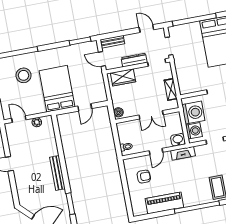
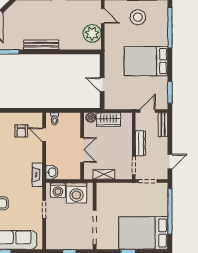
stool: (24, 75) -> (138, 17), moved
wardrobe: (123, 77) -> (108, 120), moved, turned -90
bed: (57, 89) -> (146, 61), moved, turned 180
double door: (151, 115) -> (82, 150), swing flipped
door: (19, 119) -> (103, 16), hinge flipped
plant: (37, 122) -> (92, 33), width x1.87, depth x1.87
door: (156, 152) -> (44, 135), moved

